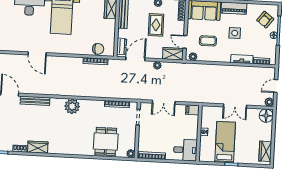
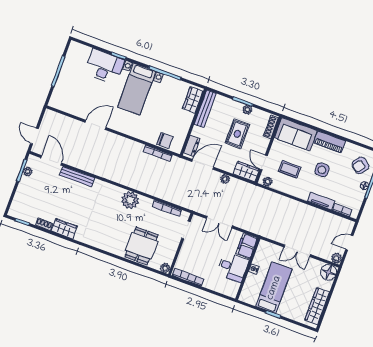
door: (37, 54) -> (96, 125), swing flipped
plant: (72, 106) -> (130, 200), moved
filing cabinet: (192, 110) -> (247, 246), width x2.00
desk: (185, 150) -> (233, 267), moved
wardrobe: (265, 151) -> (317, 306), width x1.50

